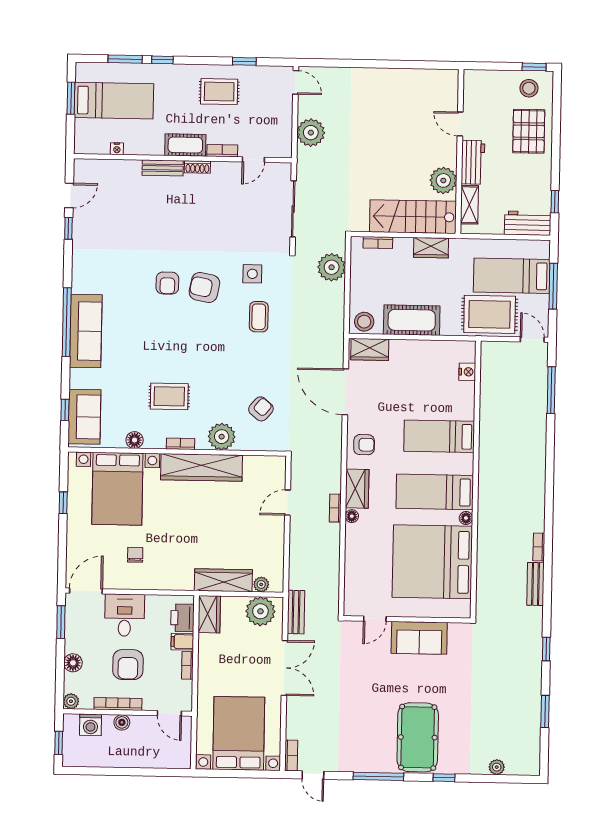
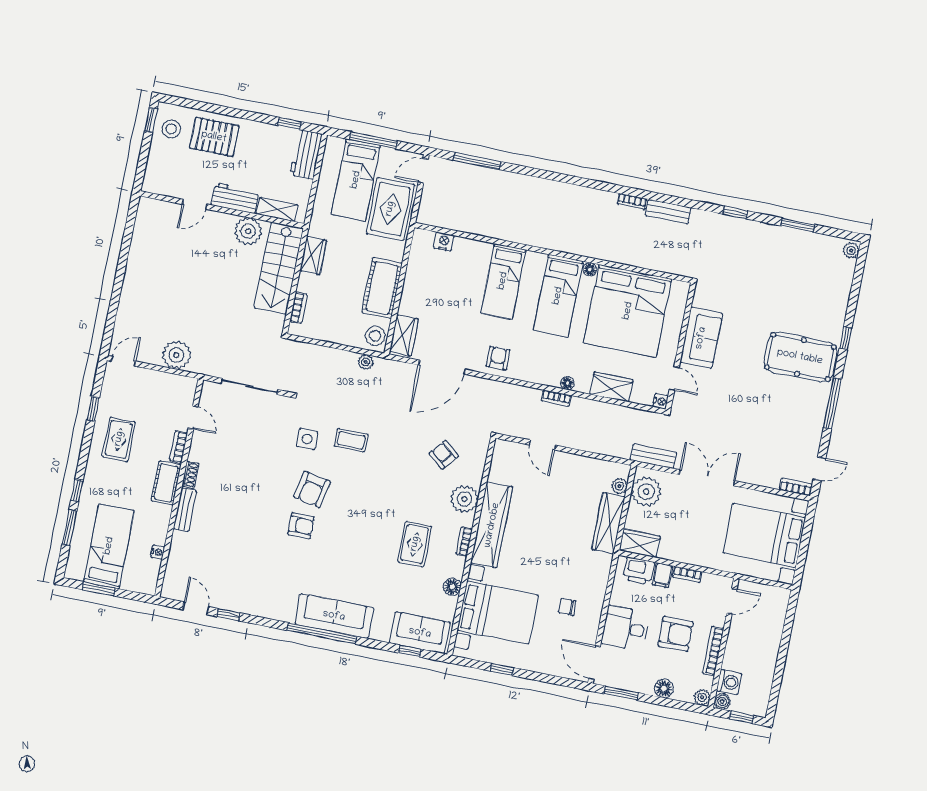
plant: (332, 267) -> (366, 362), moved, width x0.53, depth x0.53
wardrobe: (357, 489) -> (611, 387), moved
nightstand: (350, 609) -> (661, 401), added
boiler: (122, 722) -> (722, 701), moved
plant: (497, 767) -> (851, 250), moved

